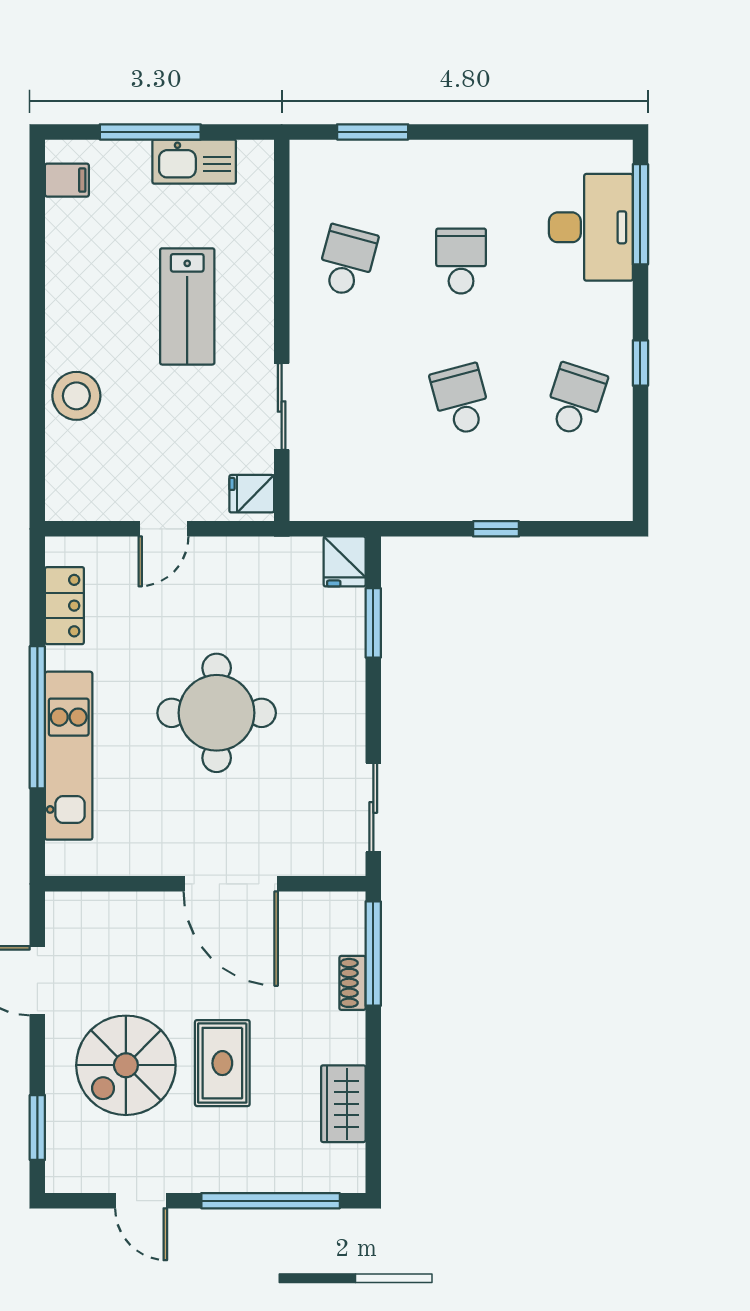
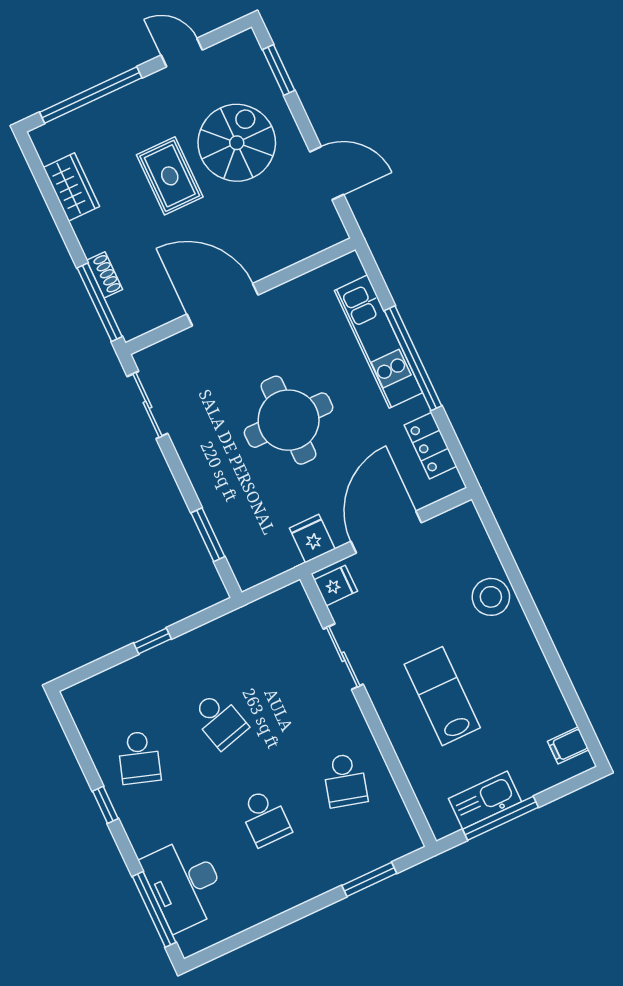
window: (150, 132) -> (501, 818), moved
door: (163, 529) -> (386, 532), width x1.87
fridge: (345, 561) -> (312, 539), moved

